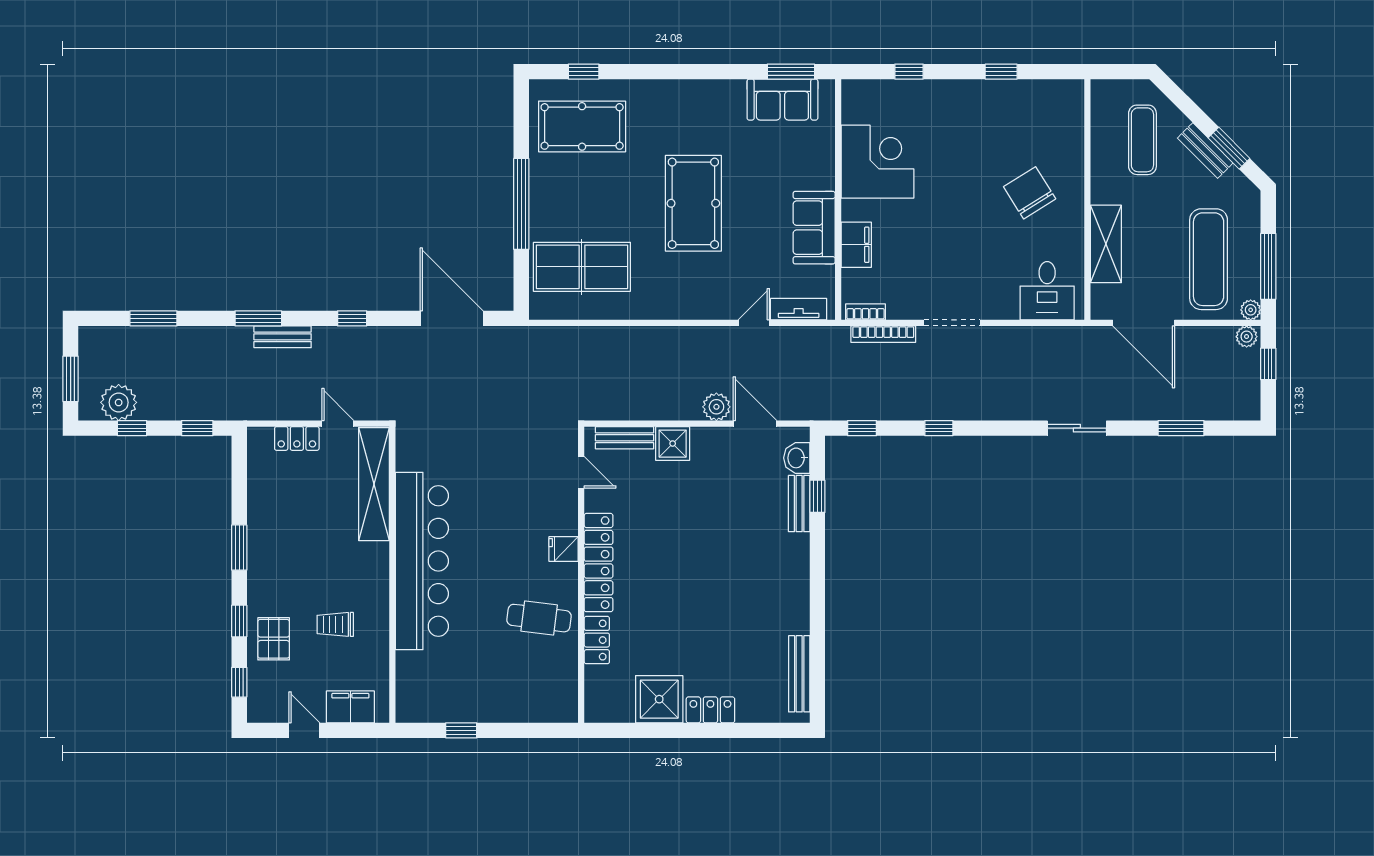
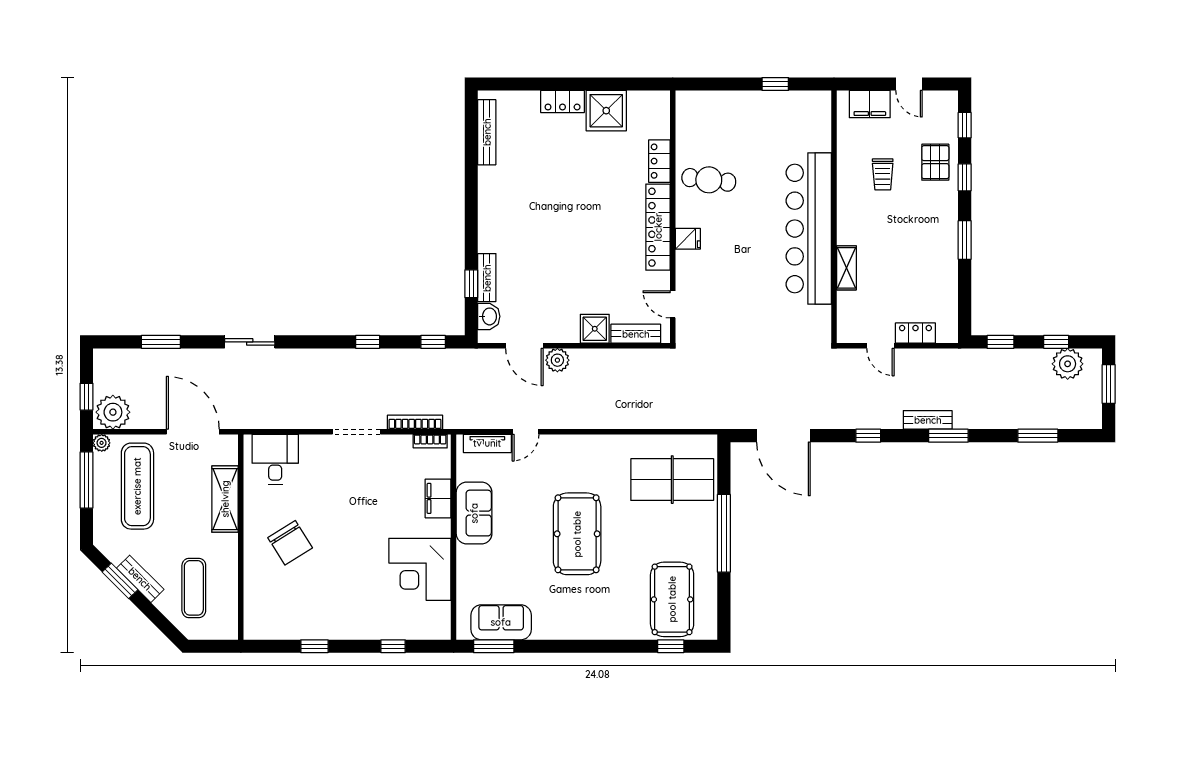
pool table: (582, 126) -> (672, 599), turned 90
plant: (1247, 337) -> (113, 412), width x1.88, depth x1.88
shelving: (374, 484) -> (846, 268), width x0.45, depth x0.75
trolley: (335, 624) -> (883, 174), turned 90

